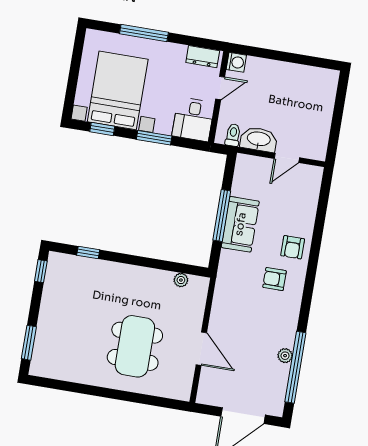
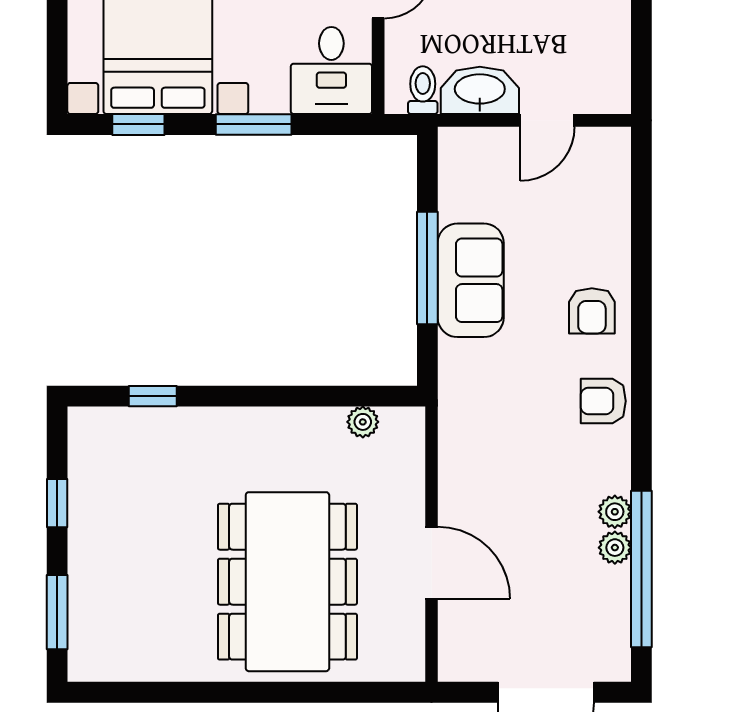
window: (41, 271) -> (57, 503), moved
armchair: (275, 279) -> (603, 401), moved
plant: (288, 340) -> (615, 512), added
dining table: (135, 346) -> (287, 582), width x1.36, depth x1.24

